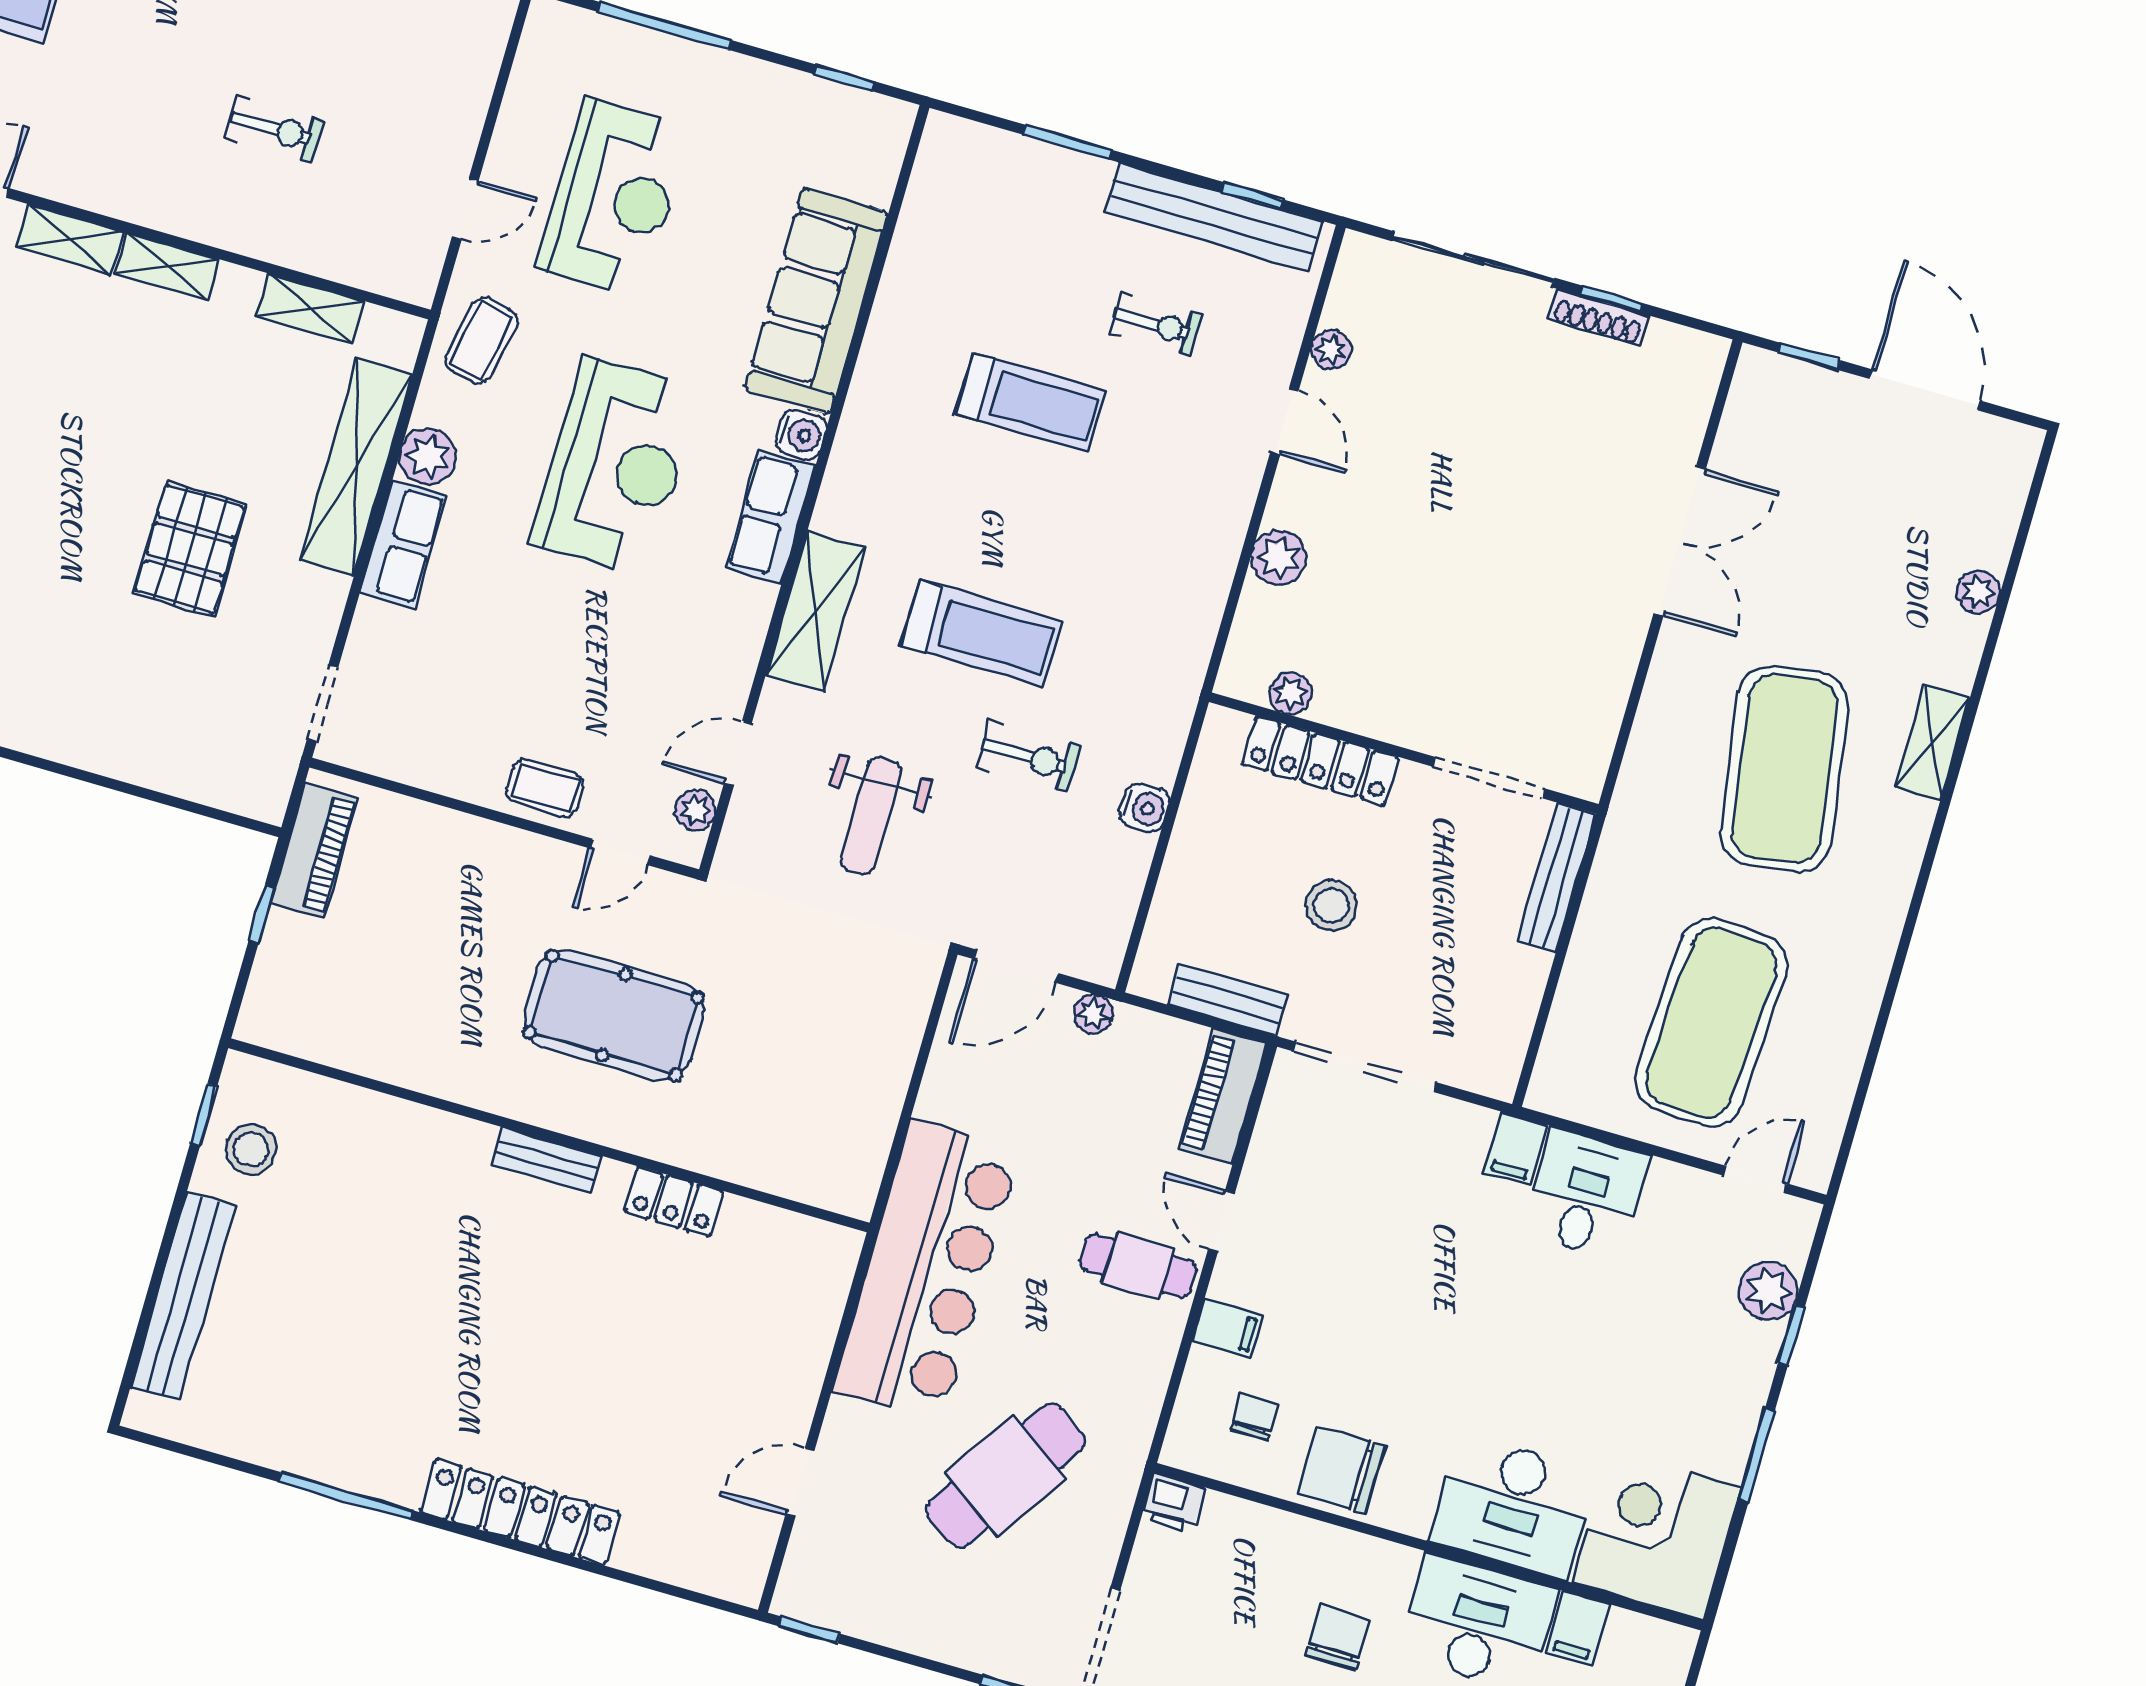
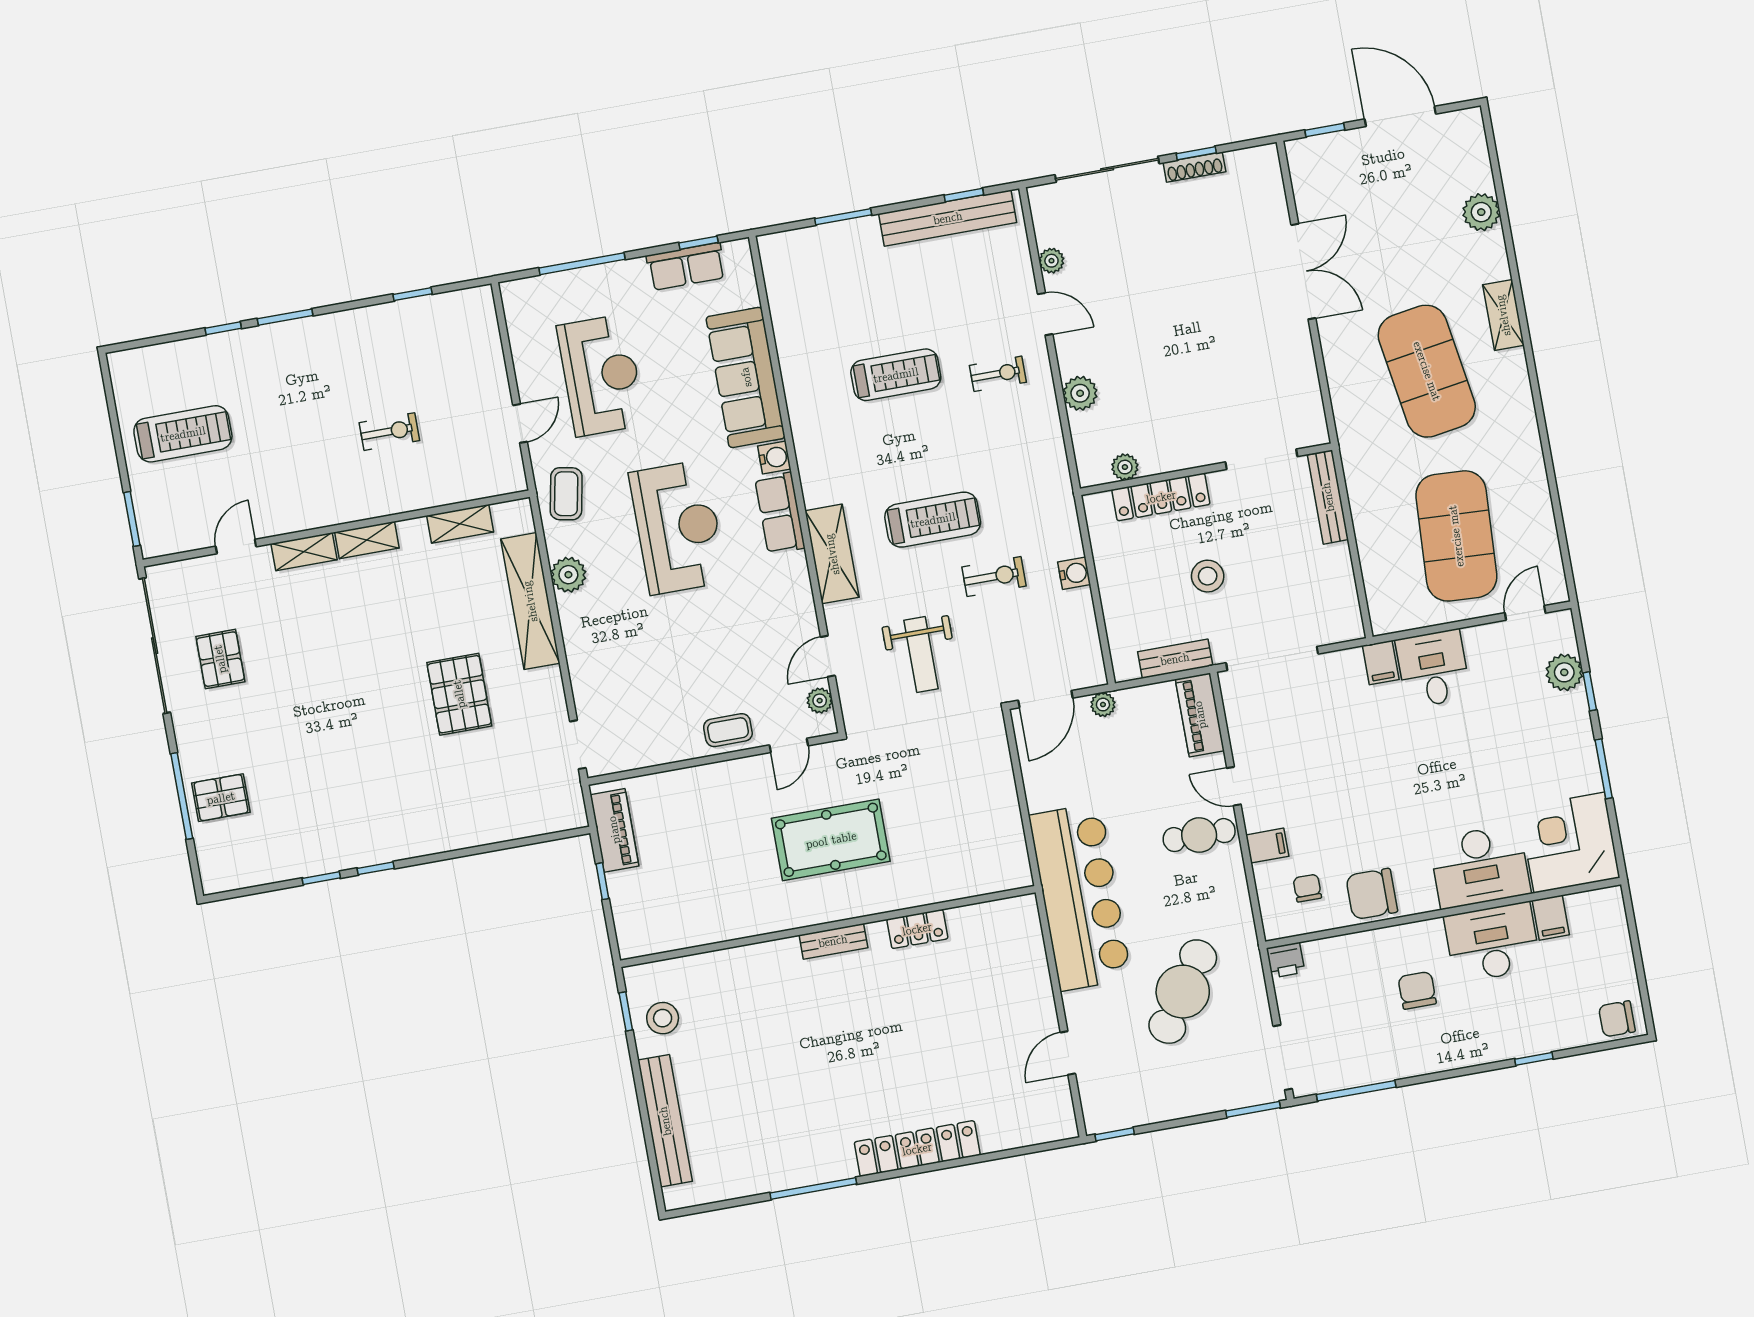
exercise bike: (1155, 324) -> (998, 374), moved
row of seats: (403, 544) -> (686, 267), moved, turned 90
plant: (1978, 592) -> (1481, 212), width x1.38, depth x1.38

